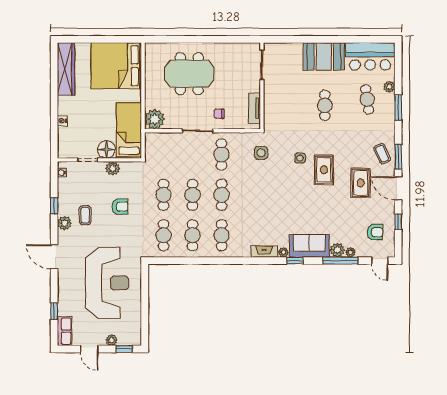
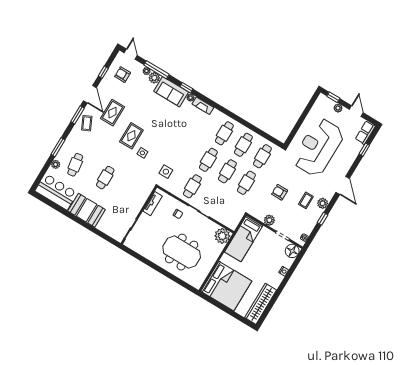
floor lamp: (106, 149) -> (292, 251), moved

